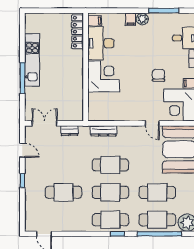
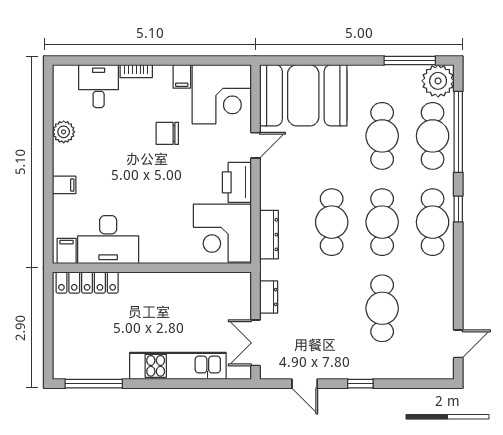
window: (164, 11) -> (48, 124), removed
plant: (142, 19) -> (64, 132), moved
kitchen unit: (32, 60) -> (178, 366), moved
corner desk: (104, 76) -> (222, 233), moved, turned -90
window: (22, 78) -> (94, 384), moved
printer: (132, 113) -> (237, 182), added
door: (22, 150) -> (305, 384), swing flipped

